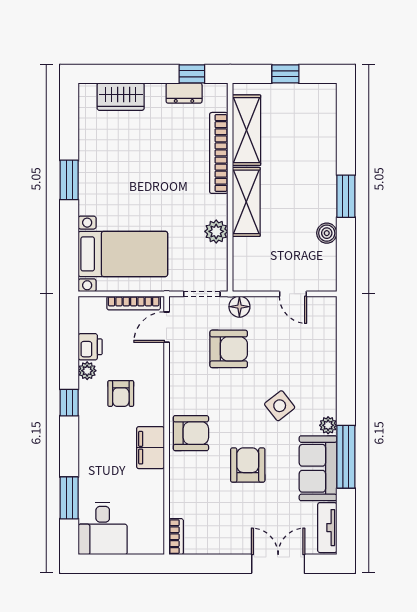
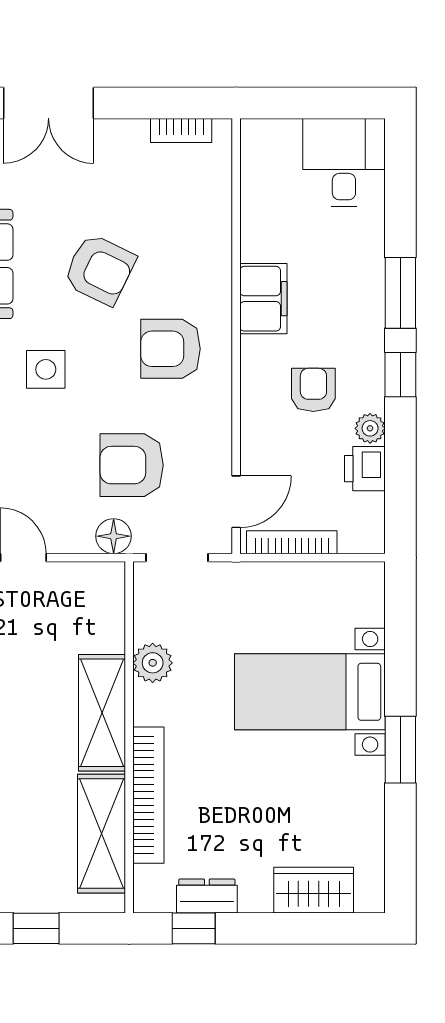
bed with nightstands: (123, 254) -> (310, 692), moved
side table: (280, 406) -> (46, 369), turned 38
armchair: (191, 433) -> (171, 349), moved
armchair: (248, 465) -> (99, 269), turned -64
window: (69, 498) -> (400, 293), moved
bookcase: (176, 537) -> (181, 130), moved, turned -90

